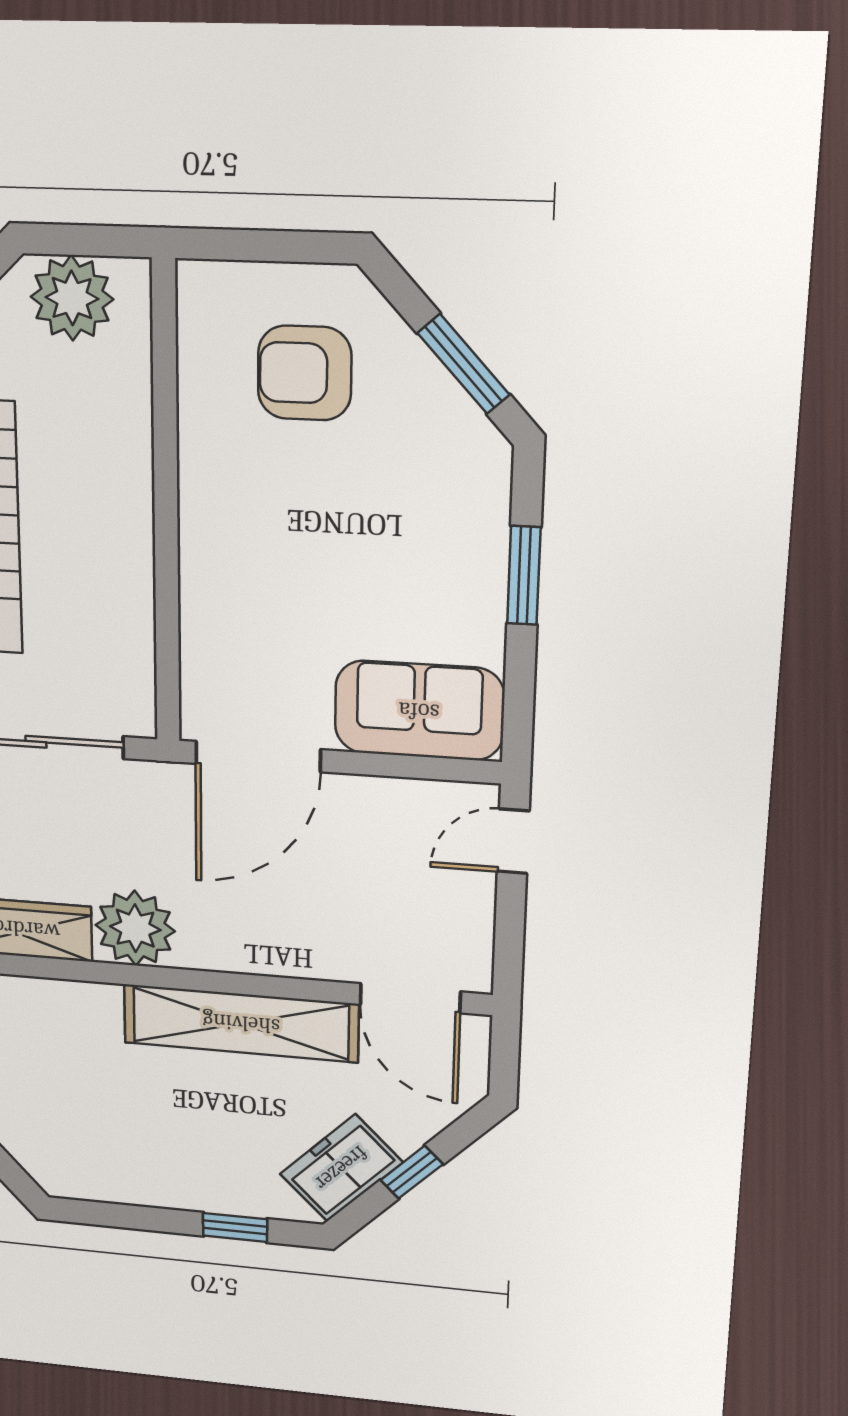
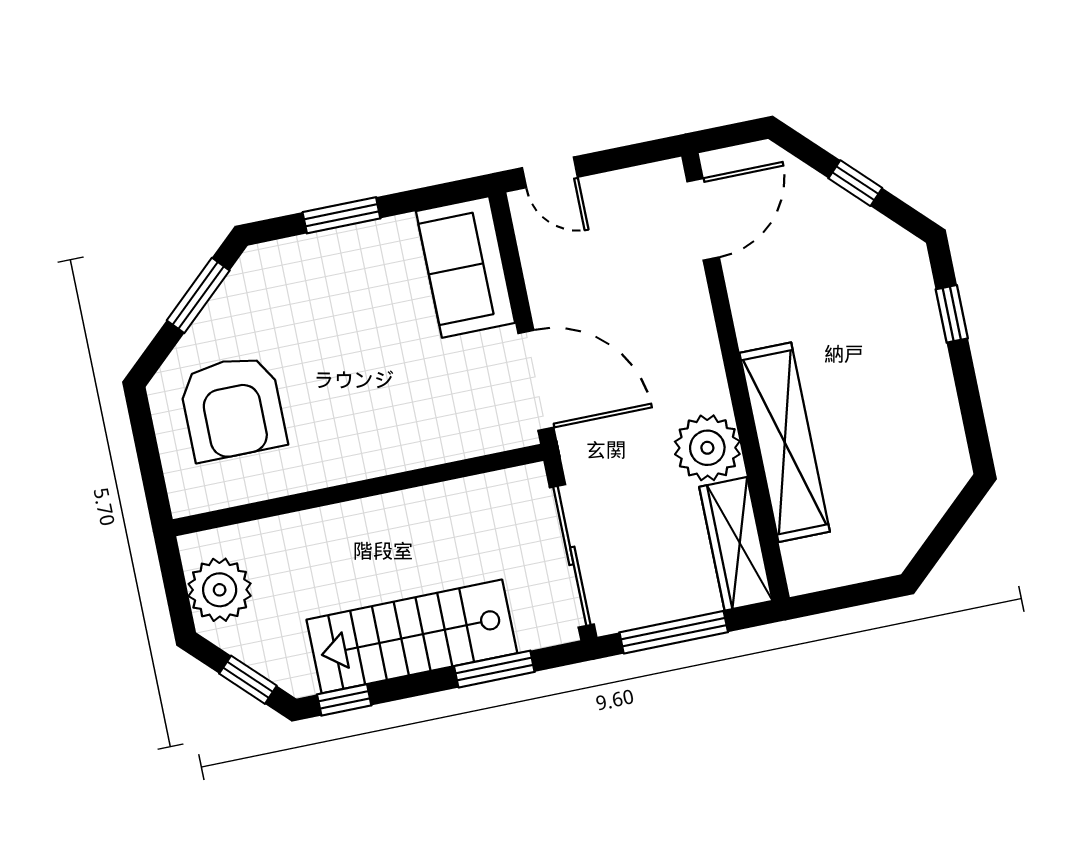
armchair: (305, 373) -> (233, 408), width x1.36, depth x1.36
shelving: (241, 1023) -> (785, 442), moved
freezer: (341, 1168) -> (869, 240), removed

